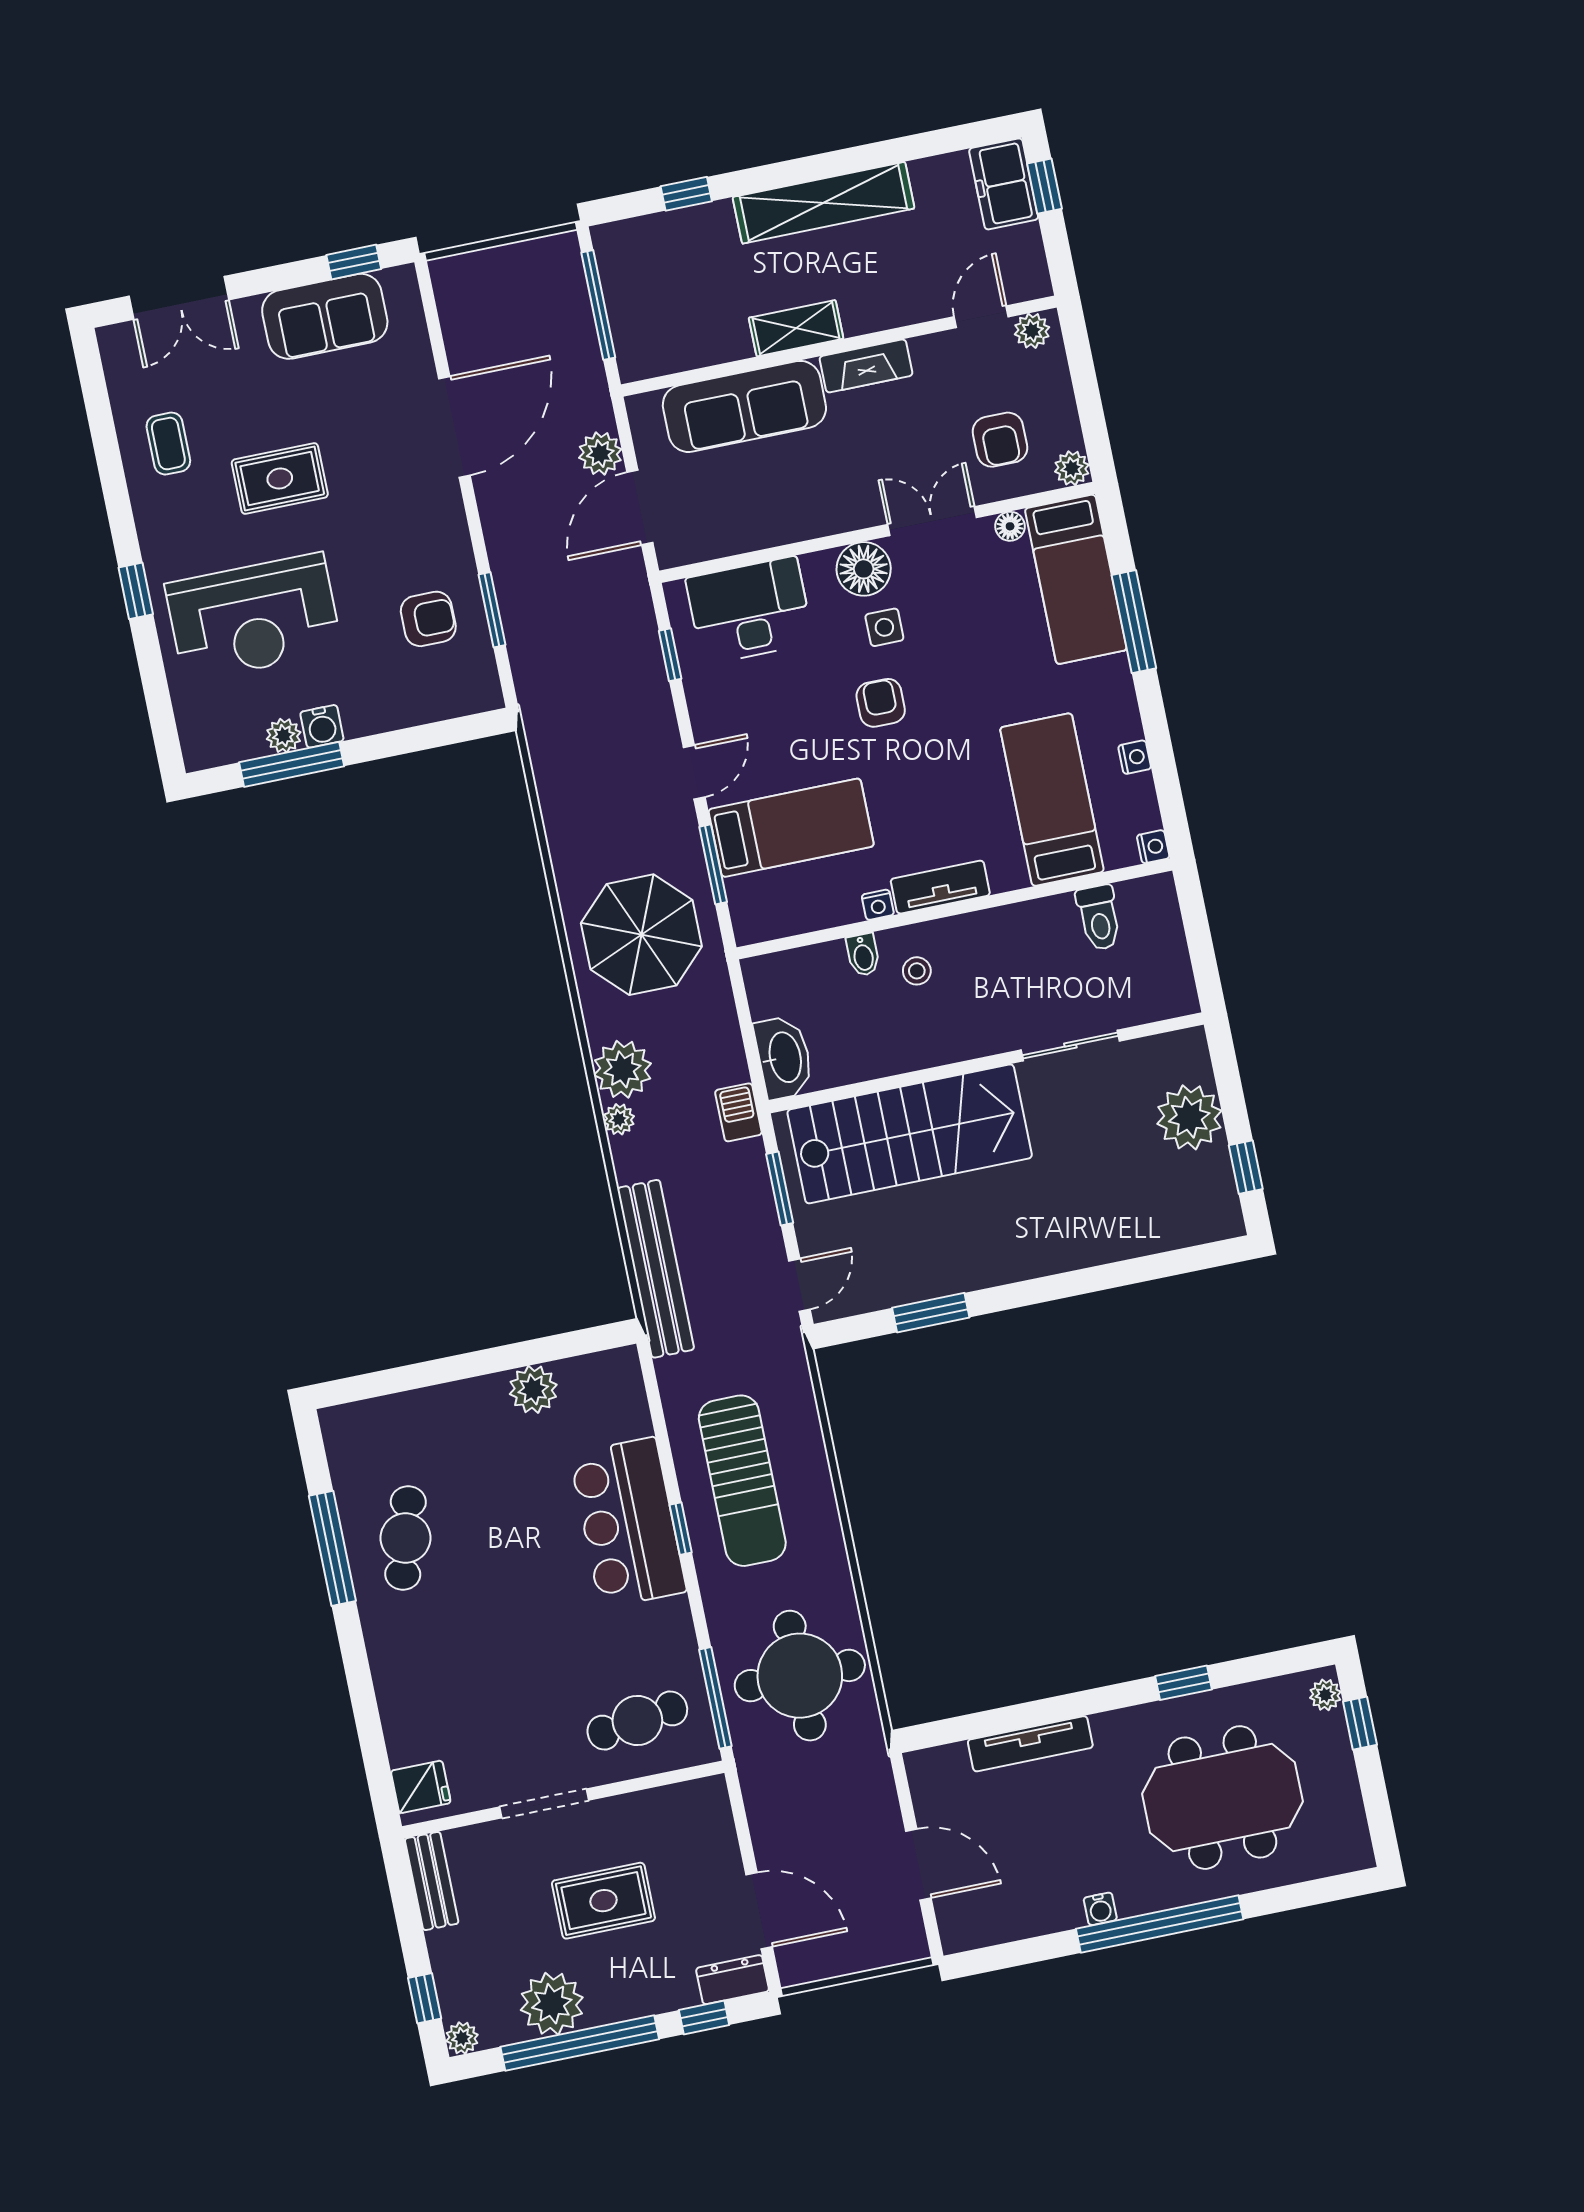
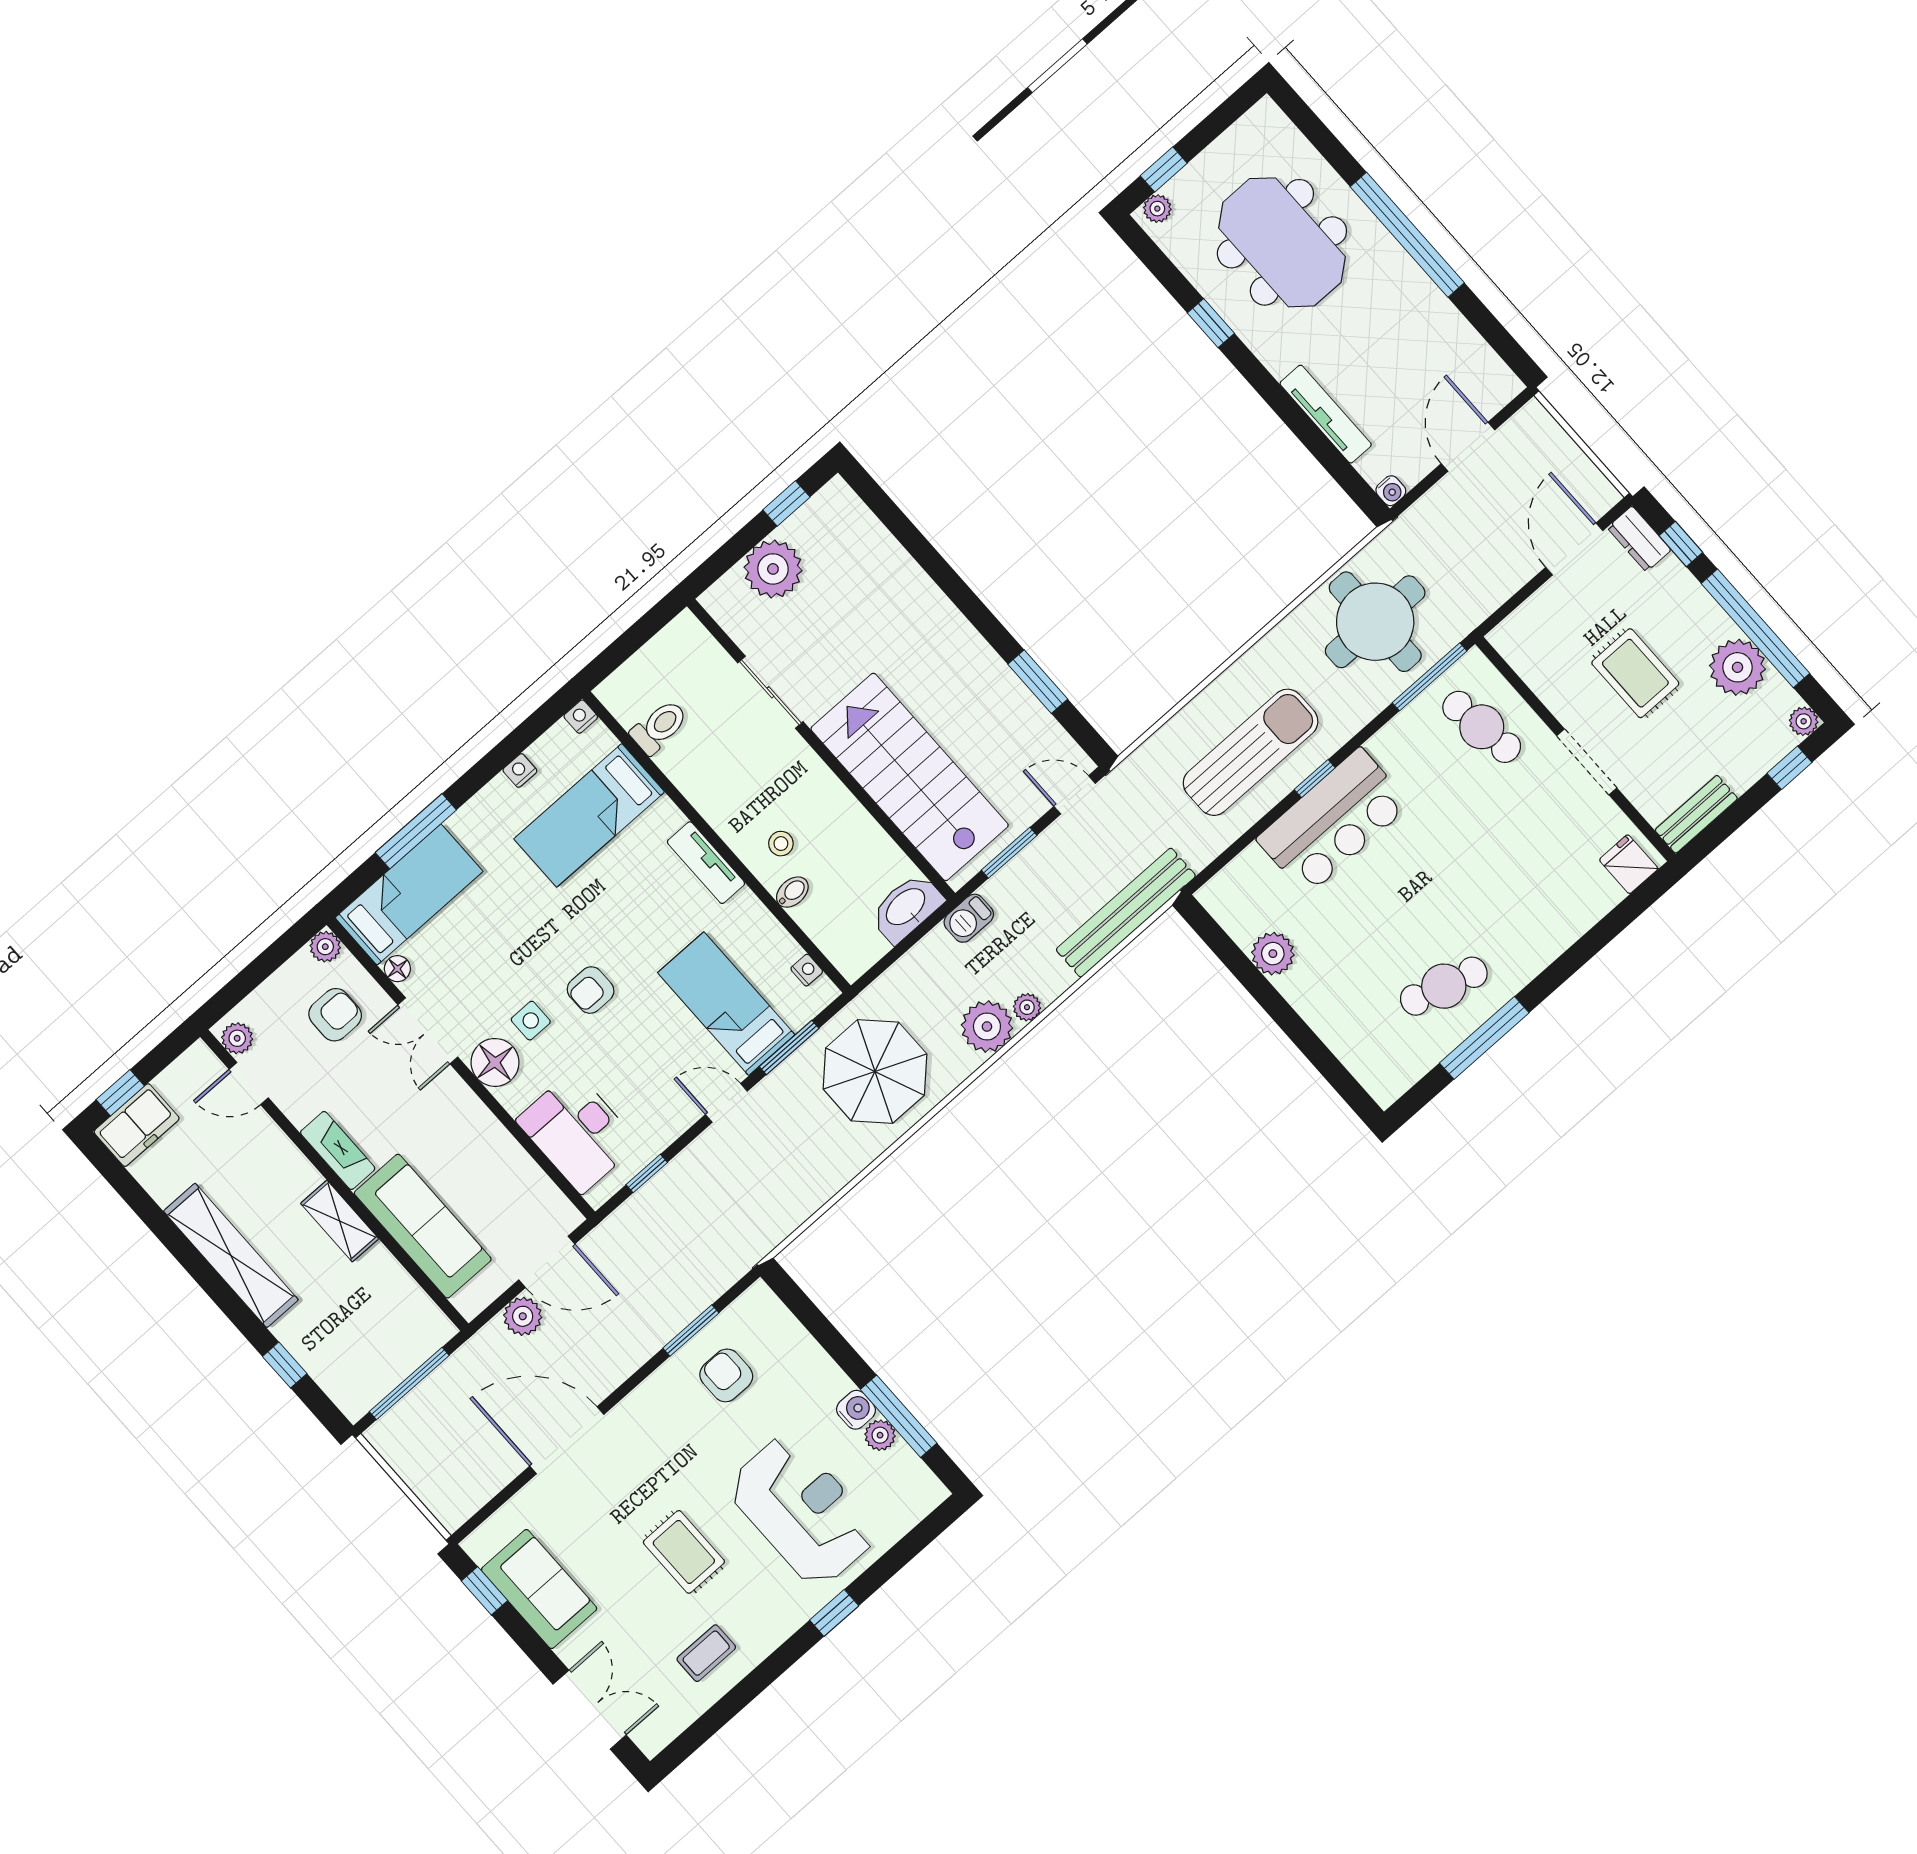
nightstand: (878, 905) -> (807, 970), moved
water cooler: (1100, 1909) -> (1391, 491), moved, turned 90

